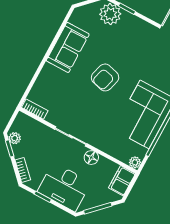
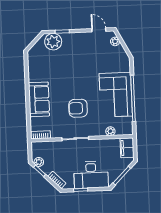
sofa: (68, 47) -> (39, 99), moved
armchair: (105, 77) -> (78, 108), moved, turned 75
floor lamp: (91, 158) -> (97, 145), removed
plant: (135, 162) -> (110, 131), moved

